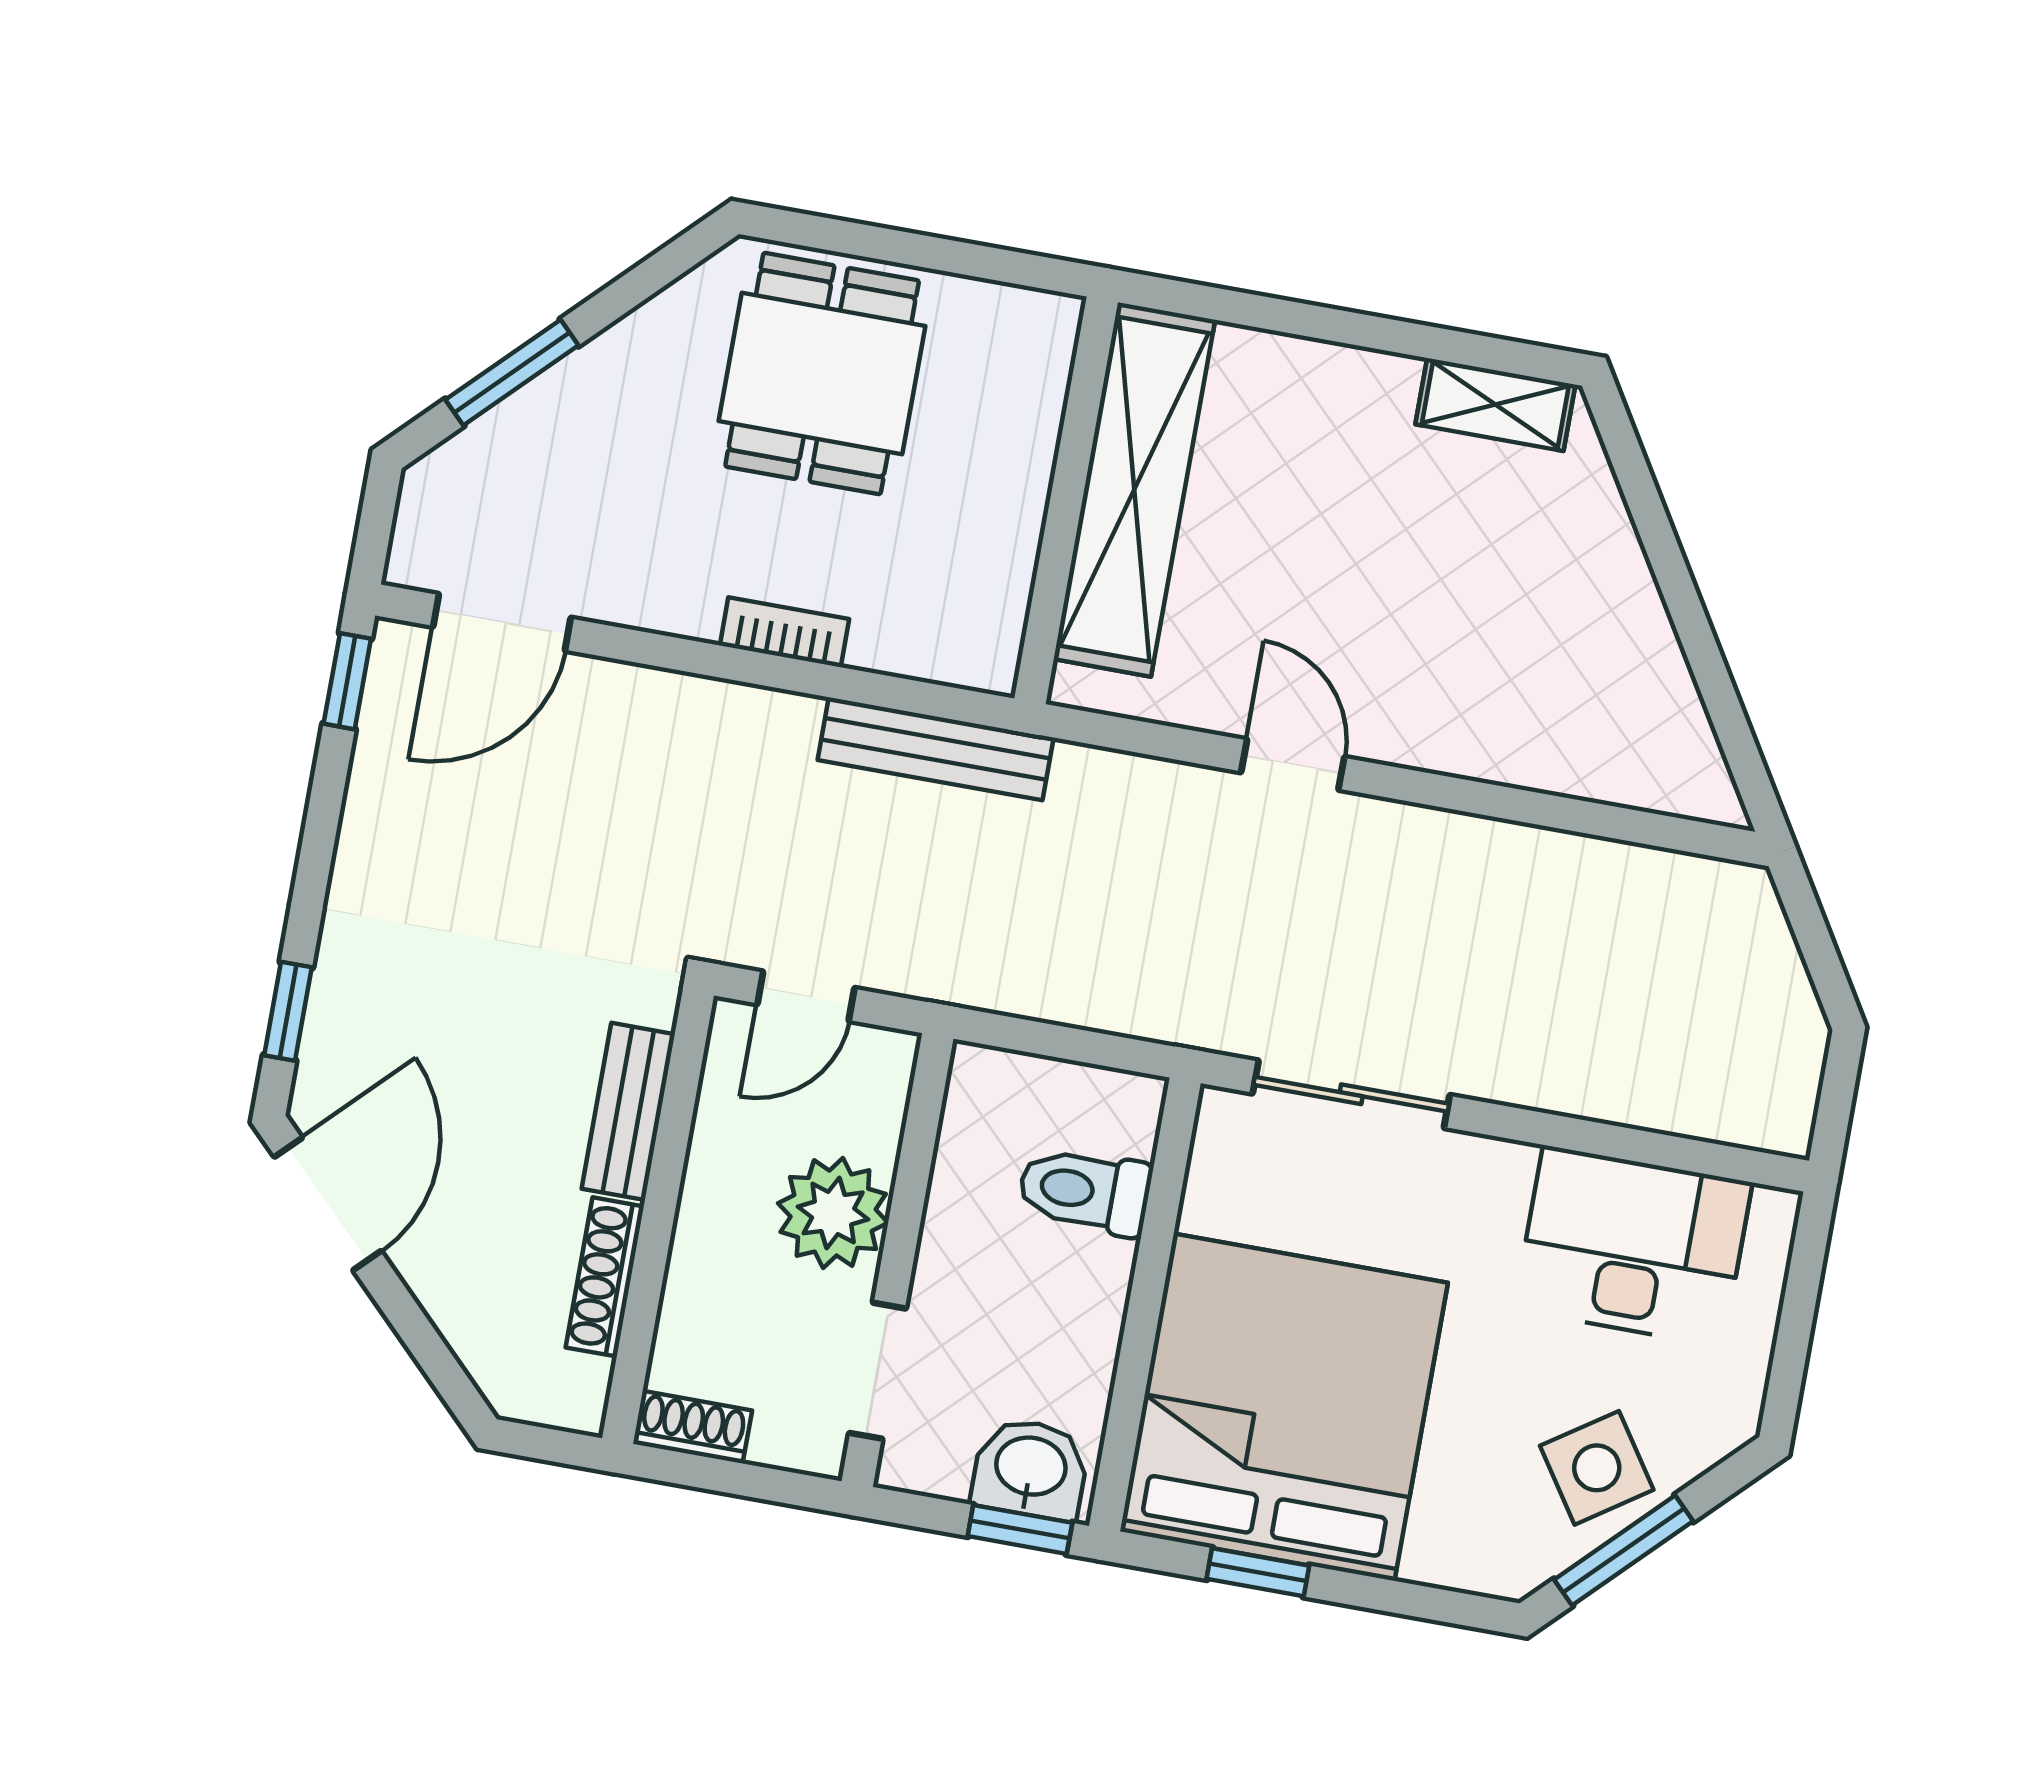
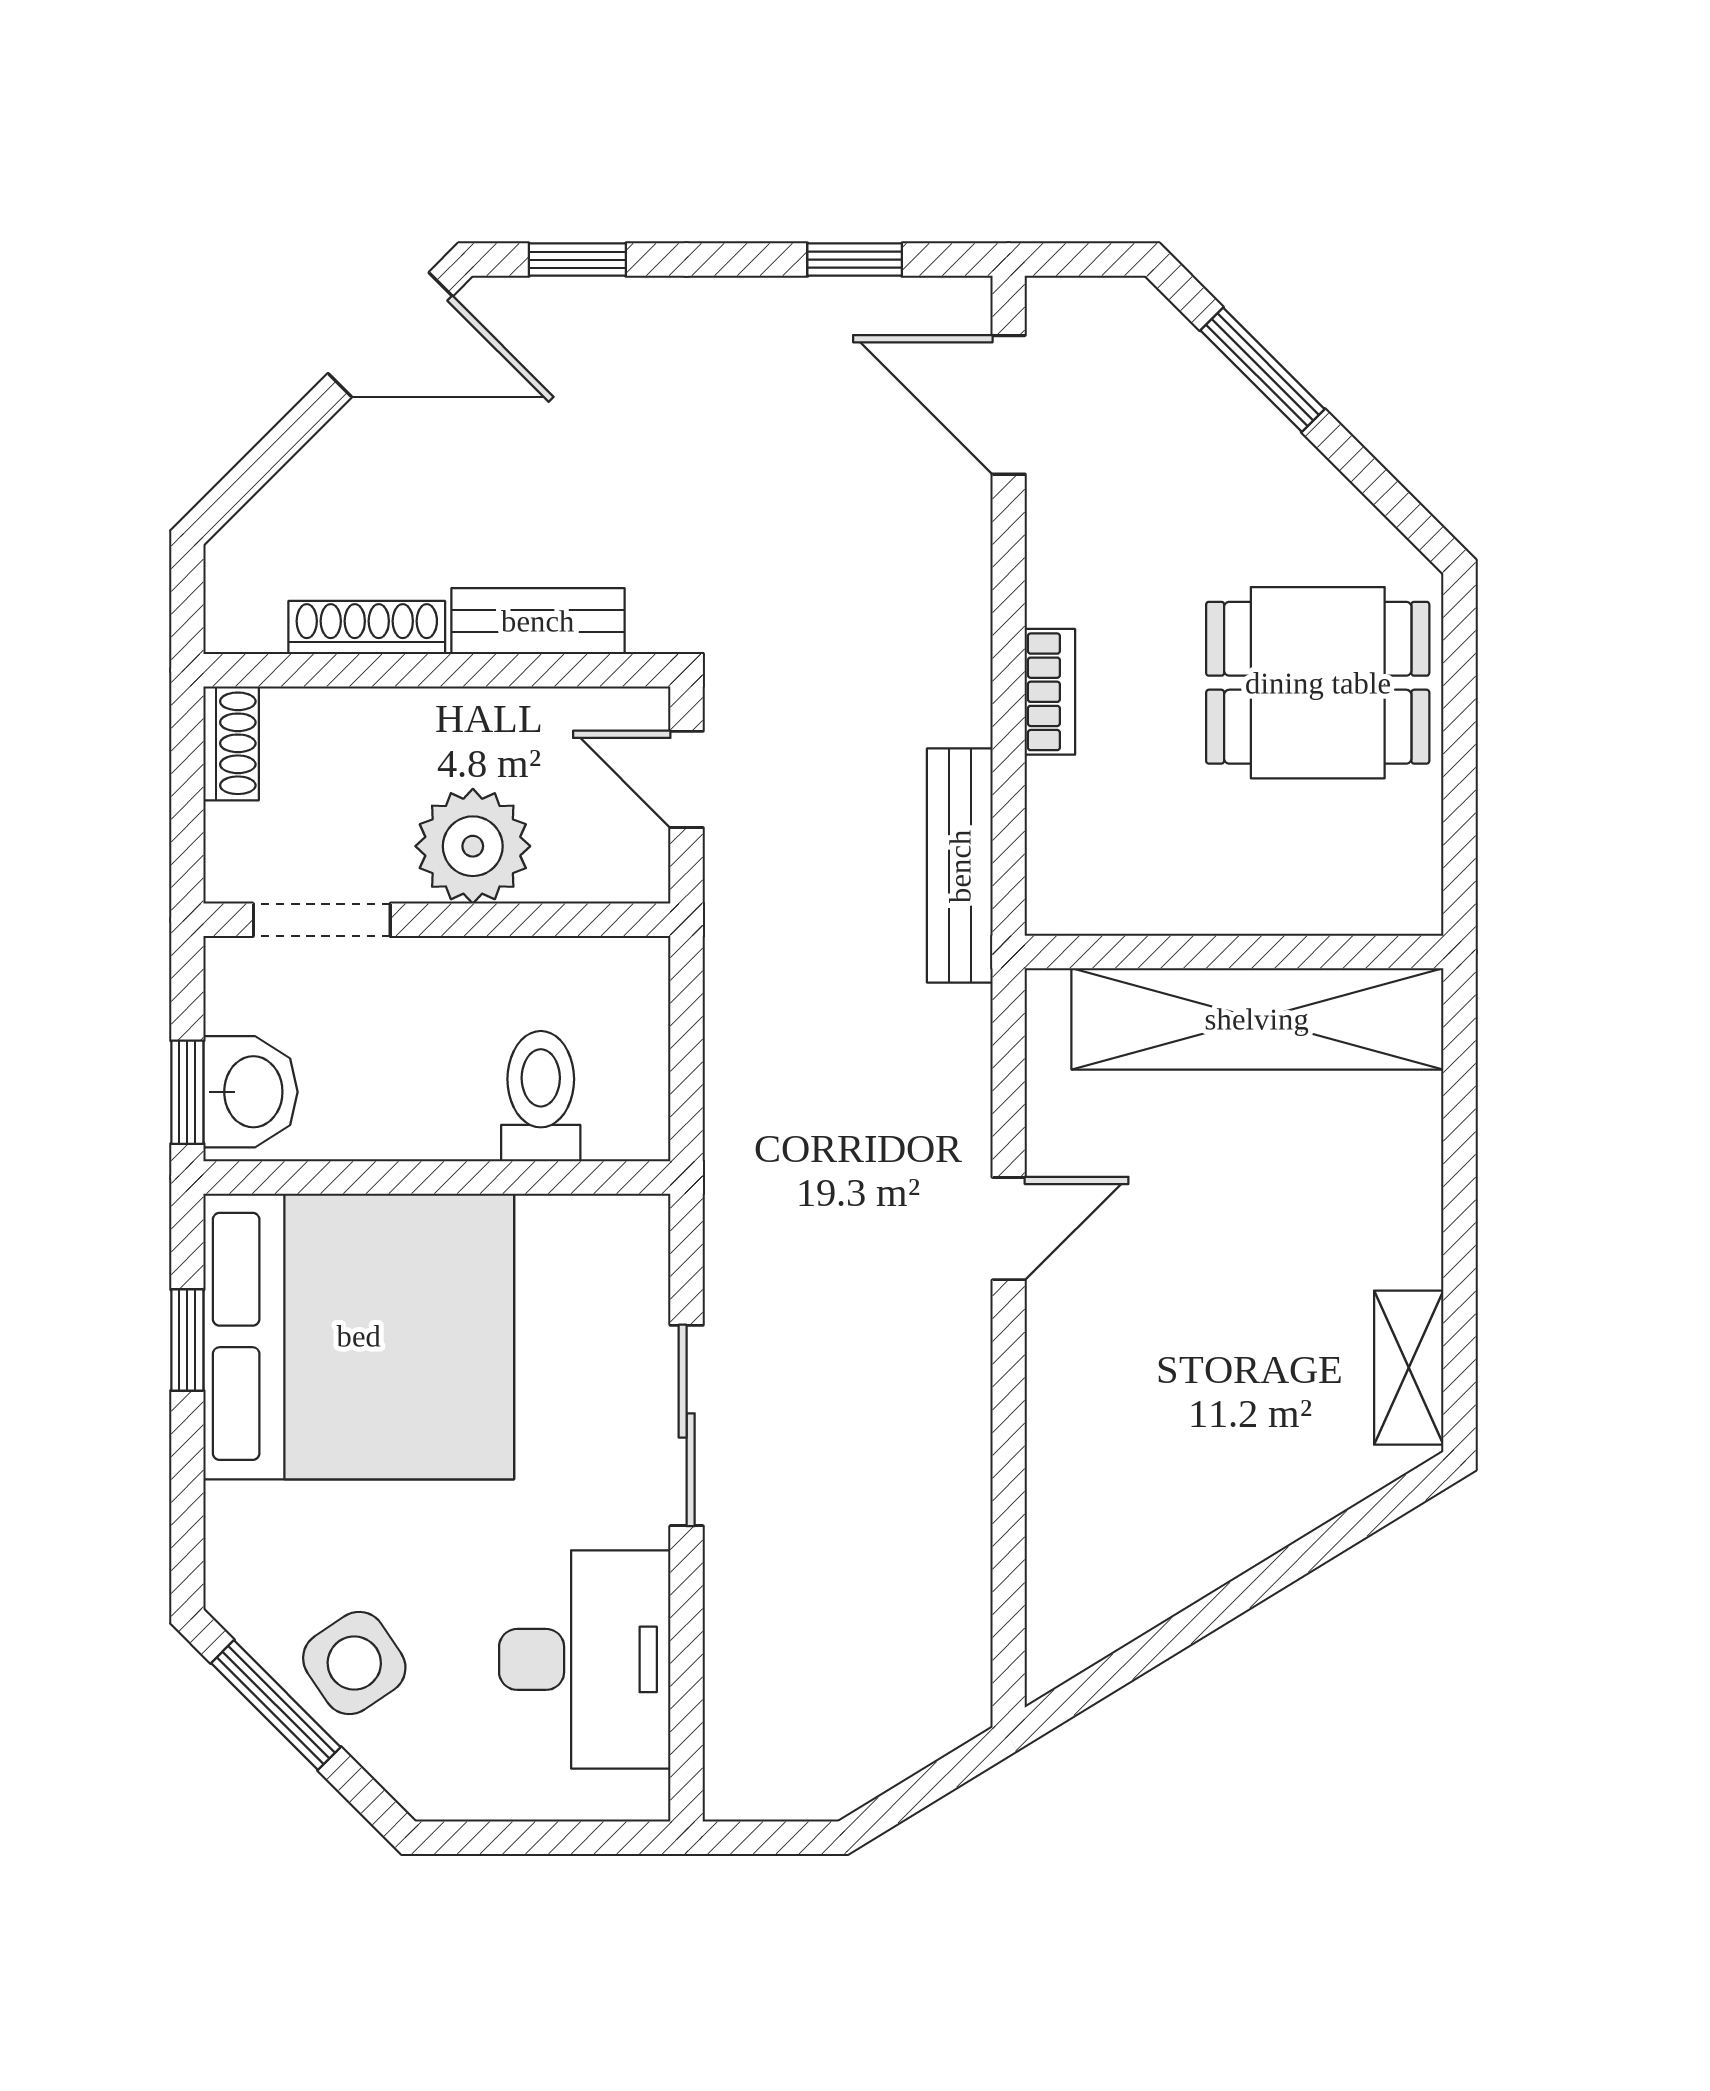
window: (347, 681) -> (855, 260), moved
sliding door: (1351, 1094) -> (687, 1425), moved

